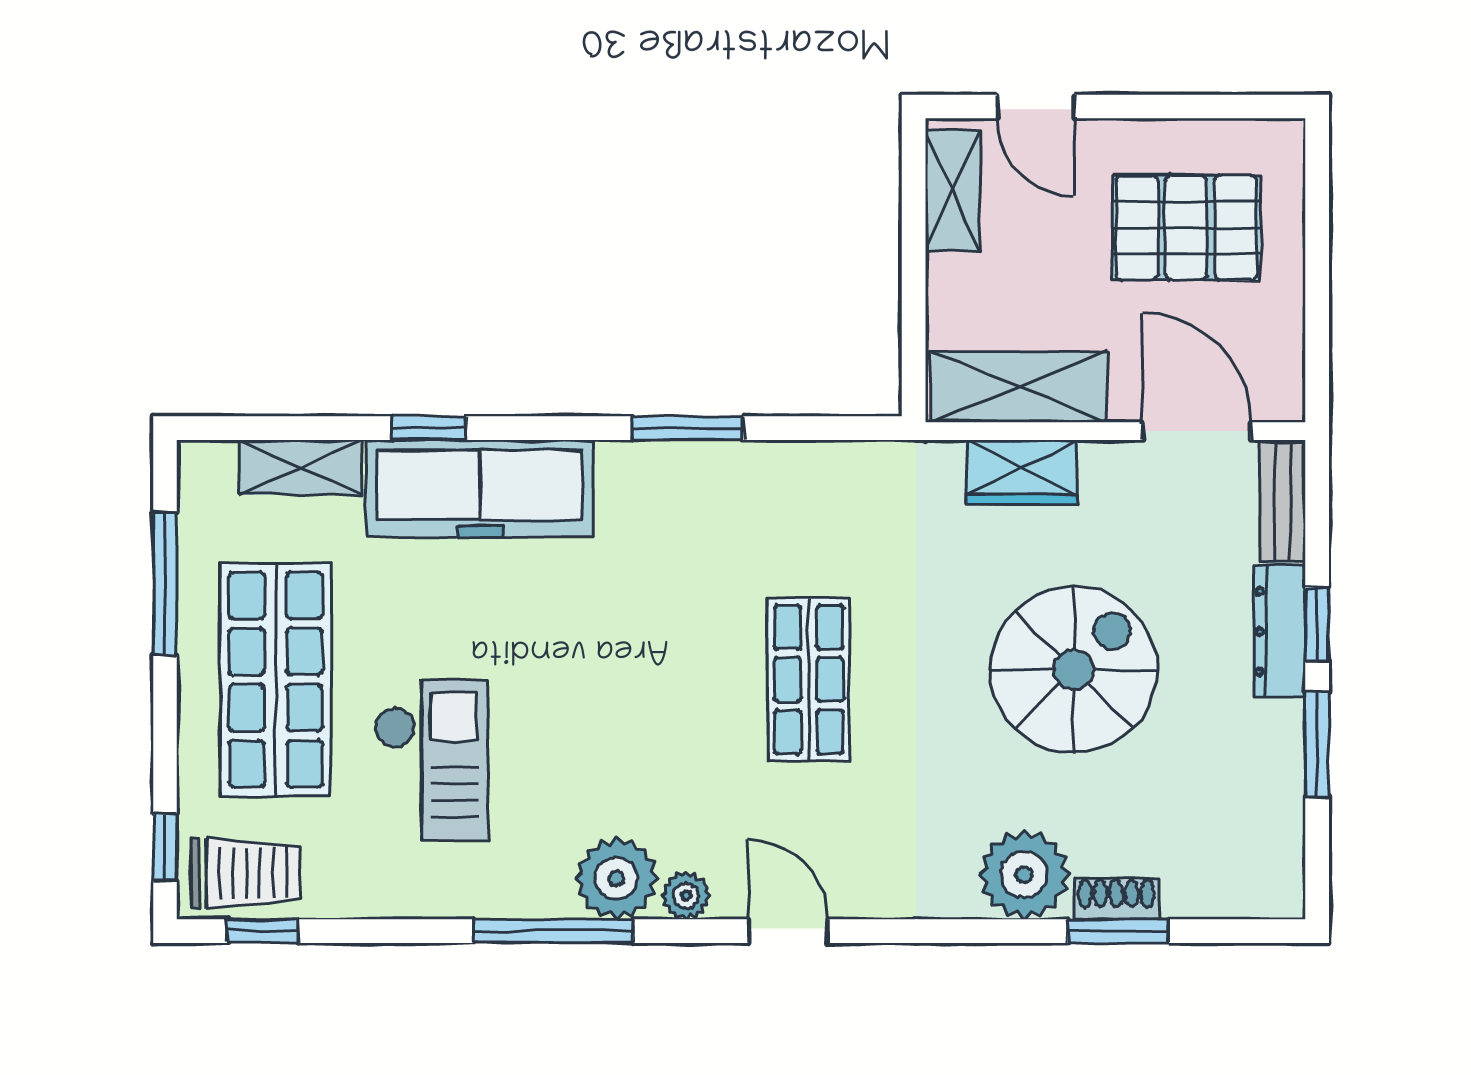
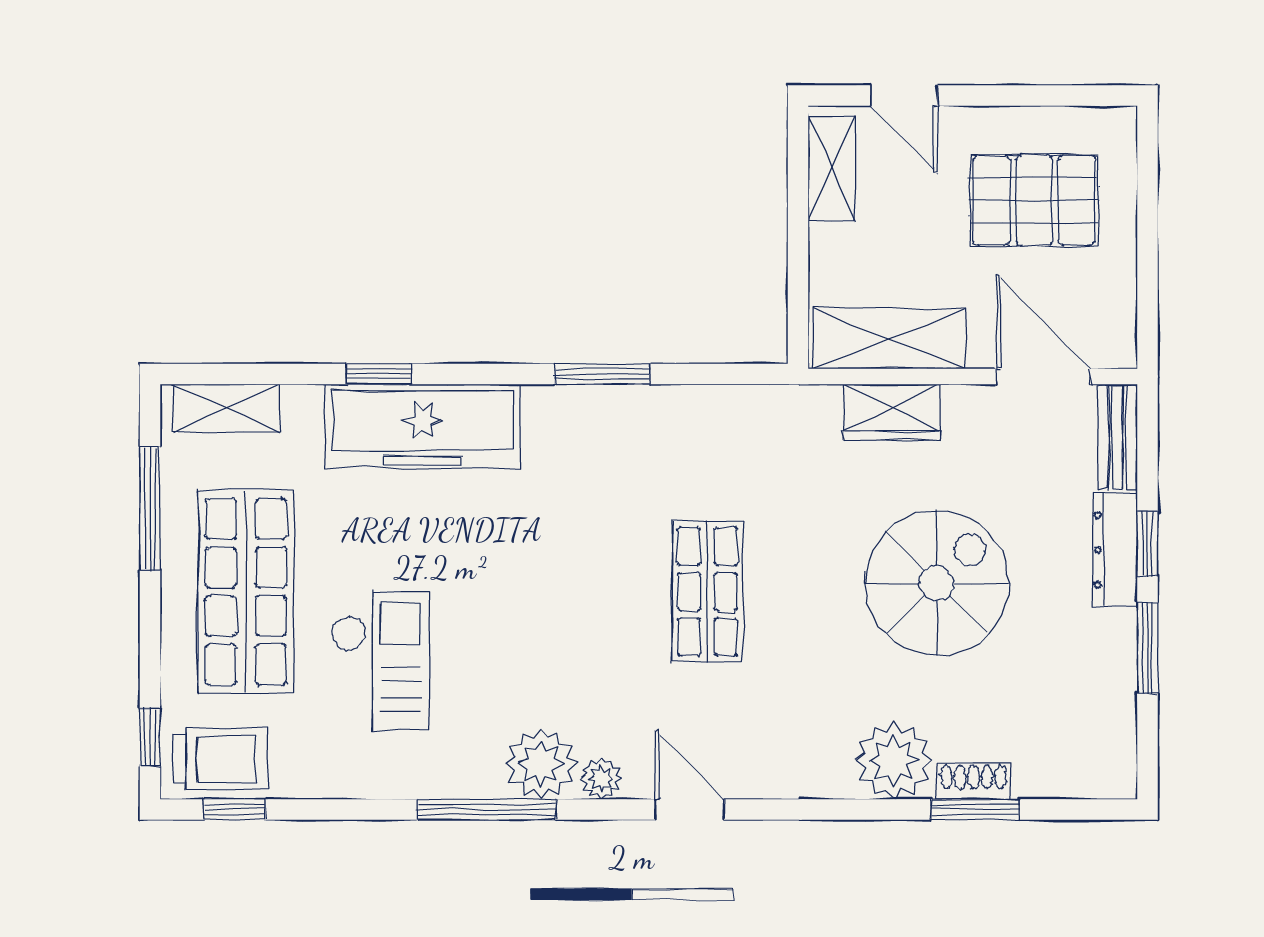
shelving: (301, 467) -> (226, 408), moved

